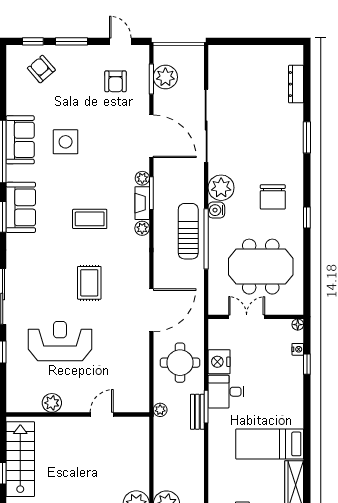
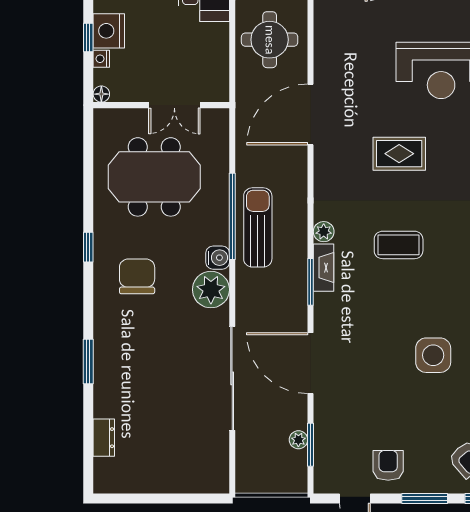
plant: (165, 77) -> (298, 440), width x0.53, depth x0.53
armchair: (115, 81) -> (388, 465), moved
dresser: (296, 84) -> (104, 438), width x0.70
plant: (142, 178) -> (323, 303), removed
sun lounger: (188, 231) -> (258, 227), turned 180
rug: (89, 283) -> (399, 154), turned 90
nightstand: (219, 362) -> (109, 31), moved, turned 180

